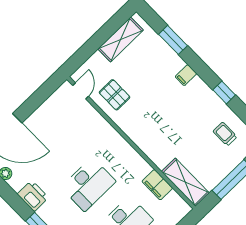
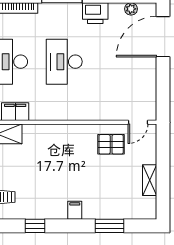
shelving: (121, 39) -> (150, 180), width x0.67, depth x0.75
door: (81, 91) -> (138, 122), hinge flipped

